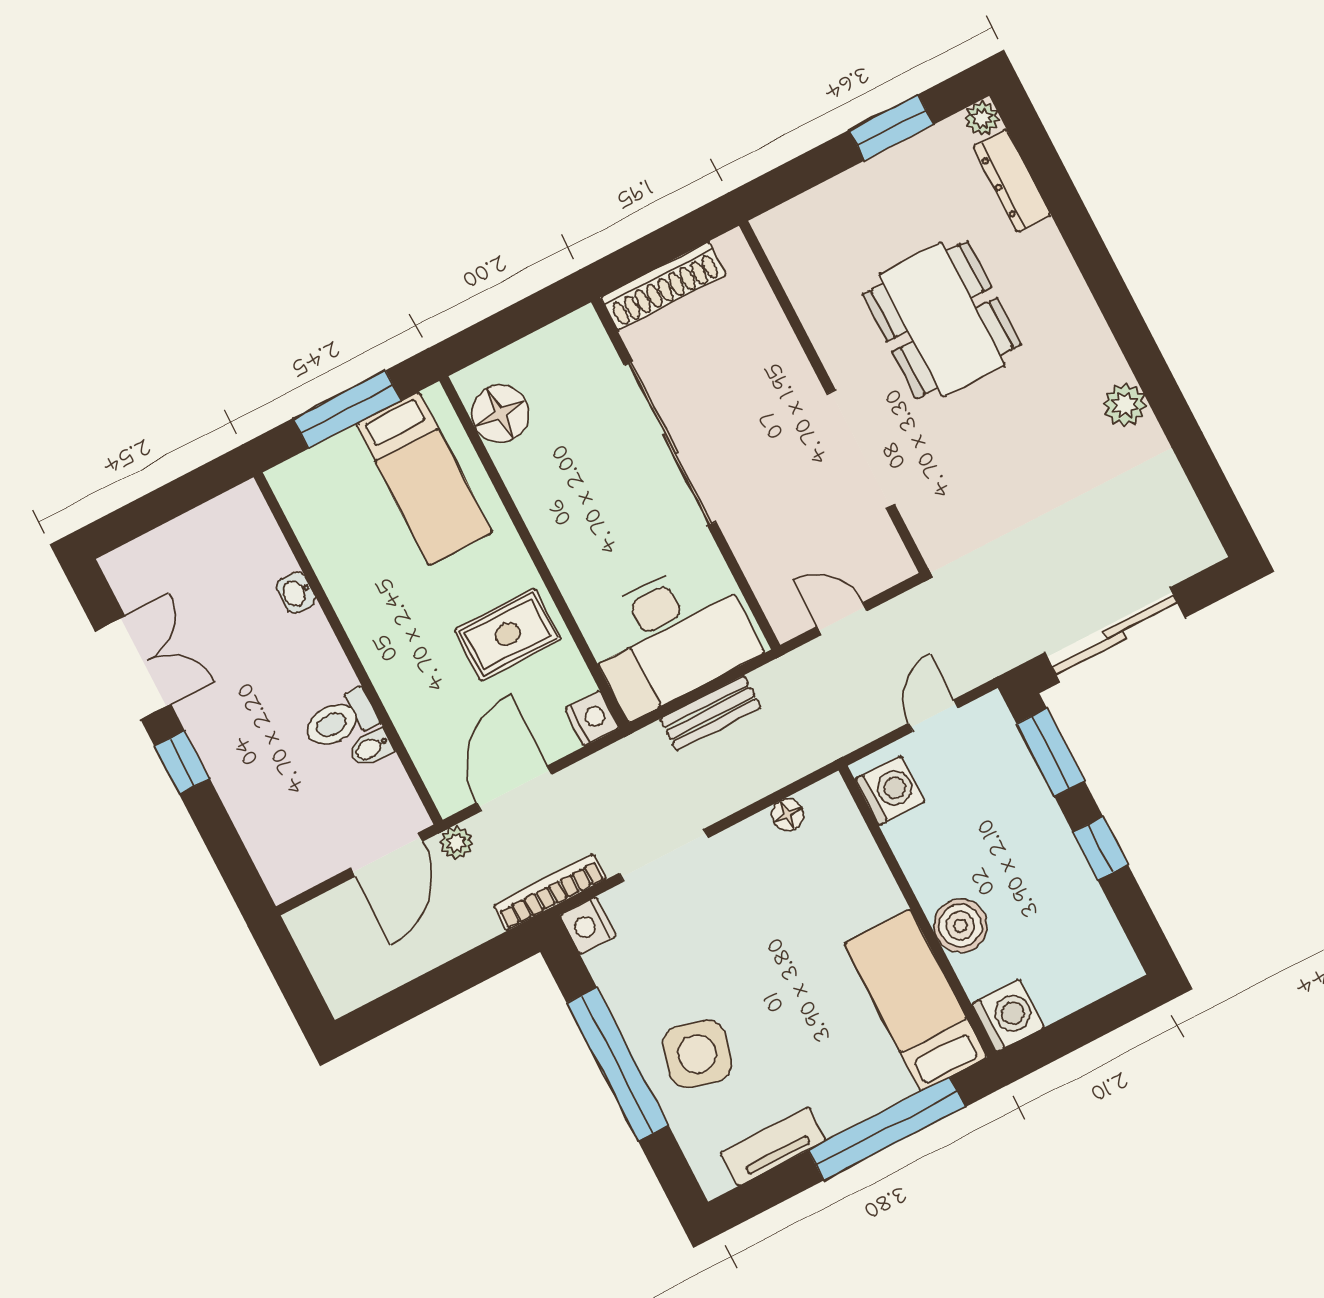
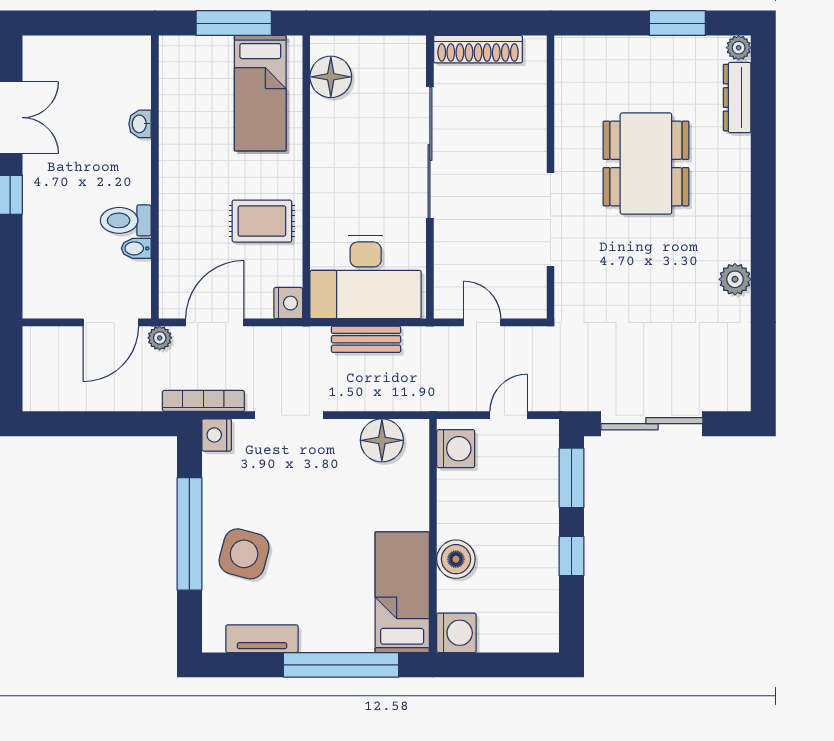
floor lamp: (788, 815) -> (382, 440), width x1.89, depth x1.89

